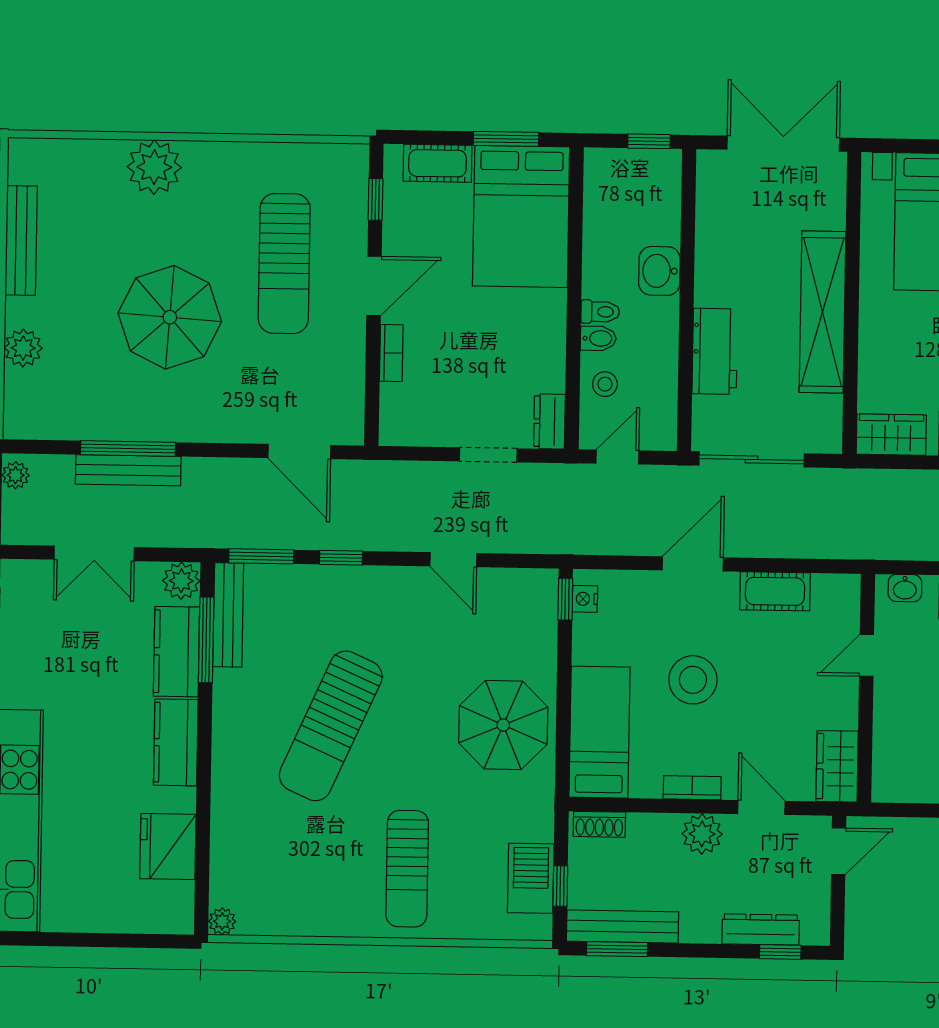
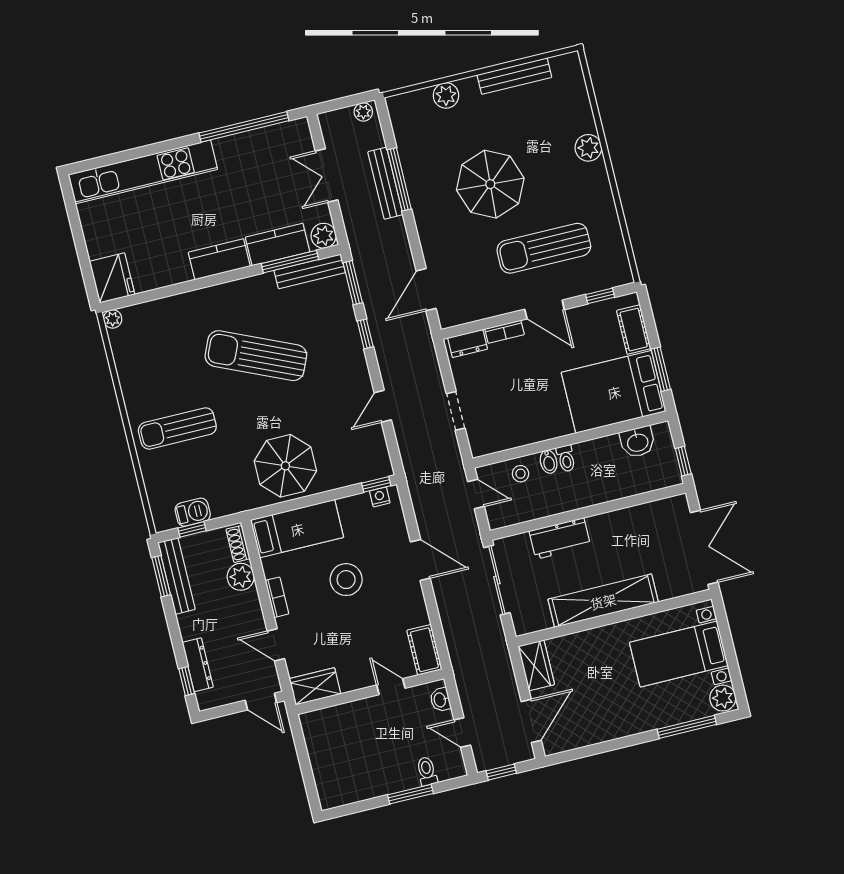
plant: (154, 167) -> (588, 148), width x0.73, depth x0.73
washbasin: (659, 271) -> (638, 442), moved, turned 180
dresser: (550, 421) -> (468, 344), moved, turned 180
cot: (775, 591) -> (424, 650), moved
door: (761, 808) -> (276, 645), swing flipped
plant: (702, 834) -> (241, 577), moved
fridge: (168, 847) -> (112, 278), moved, turned 90
barbecue: (531, 878) -> (193, 512), width x0.73, depth x0.79

